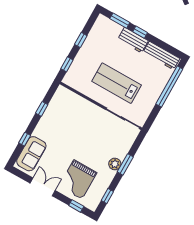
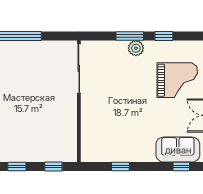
lab bench: (117, 83) -> (43, 98), removed
window: (25, 139) -> (181, 167), moved
window: (107, 196) -> (164, 36), moved

